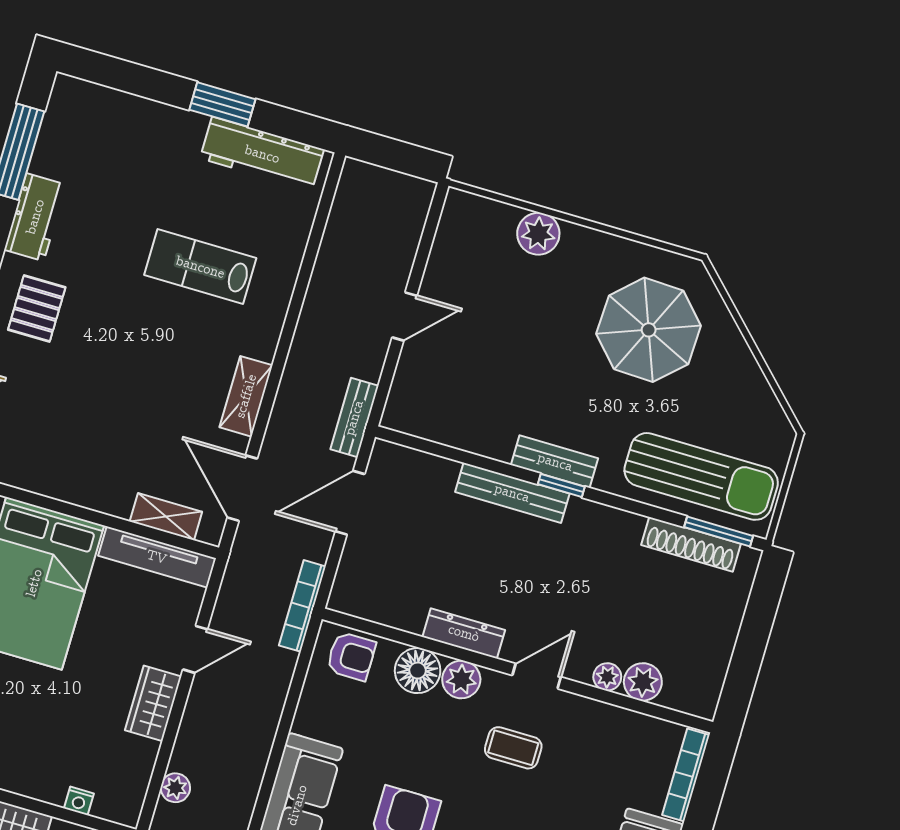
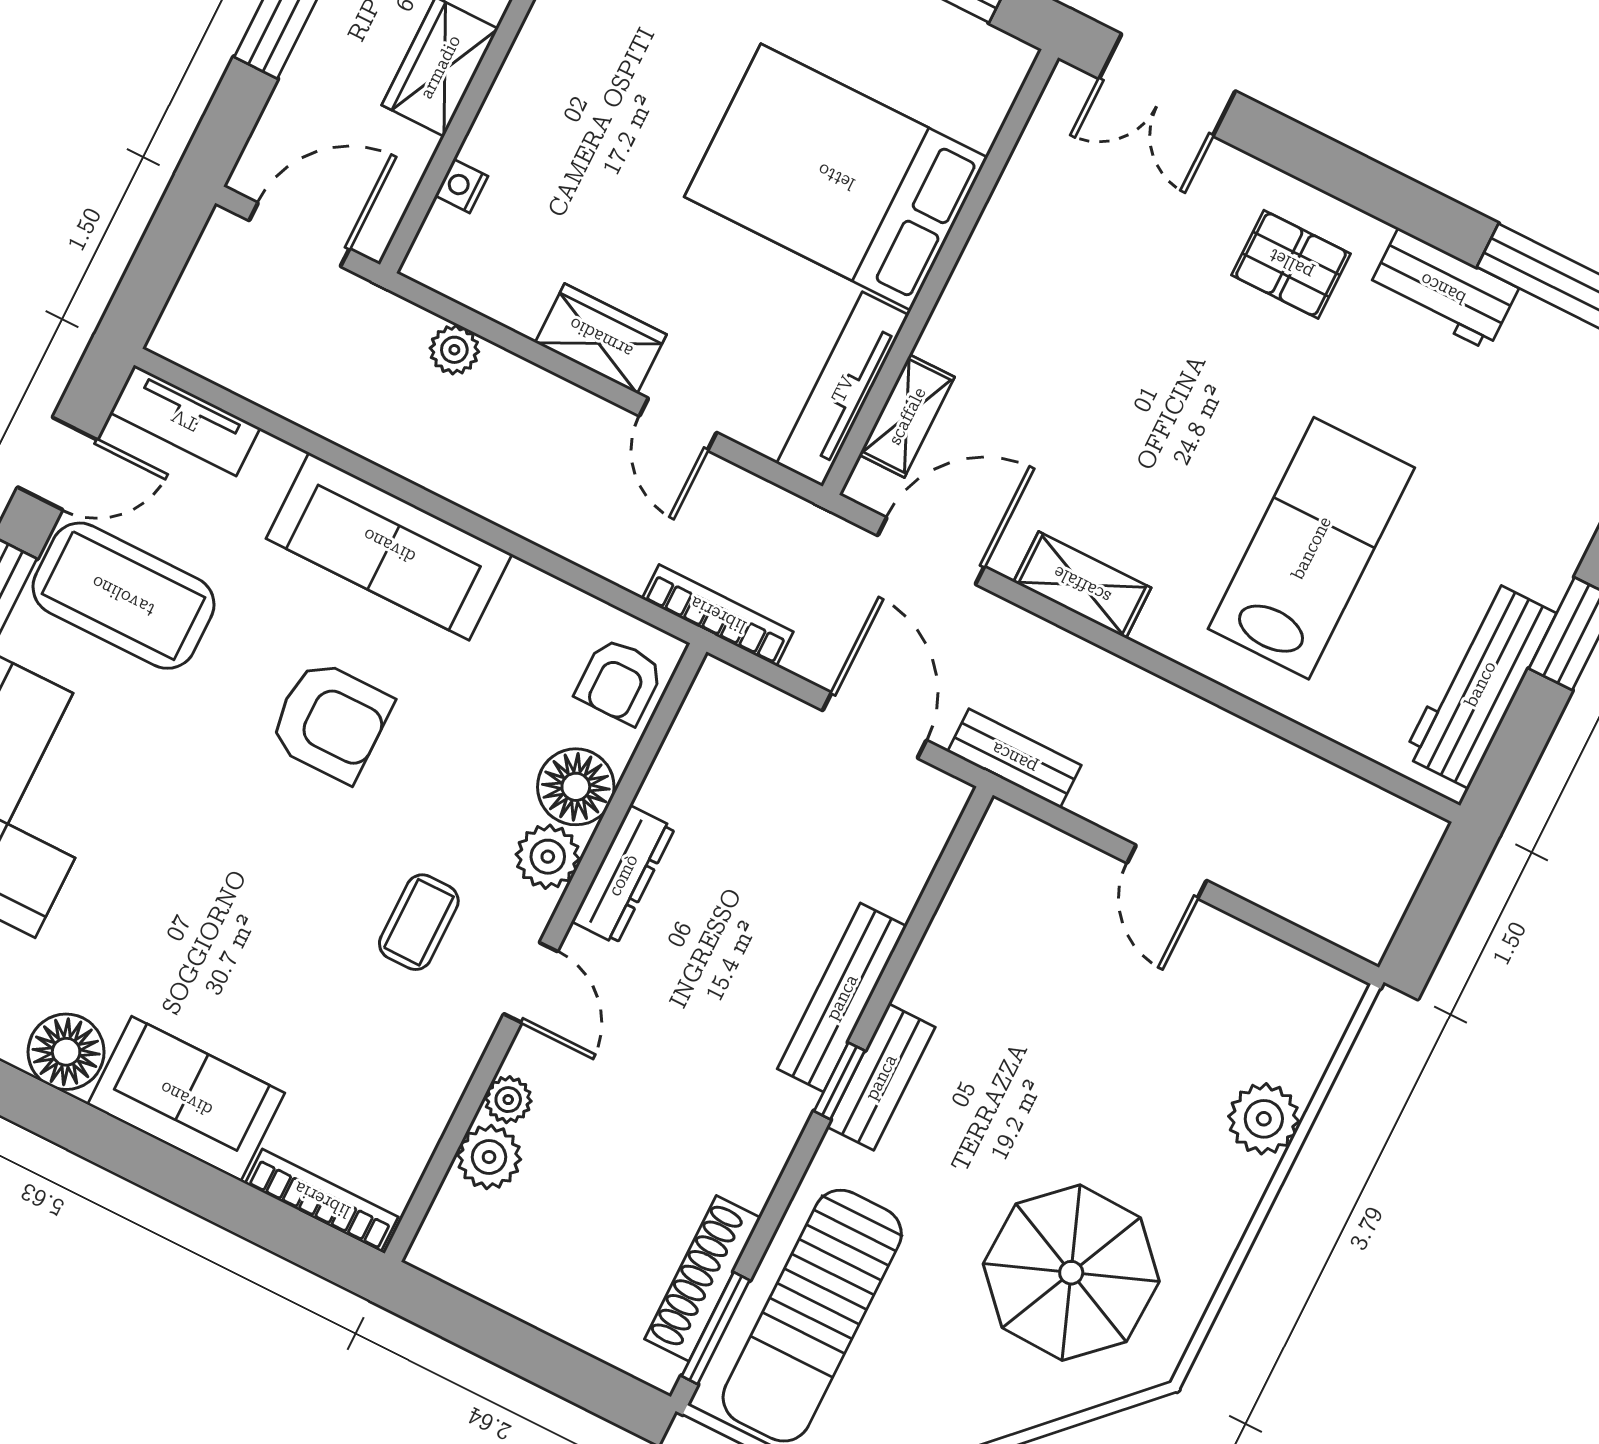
lab bench: (200, 267) -> (1311, 548), width x1.36, depth x1.39

